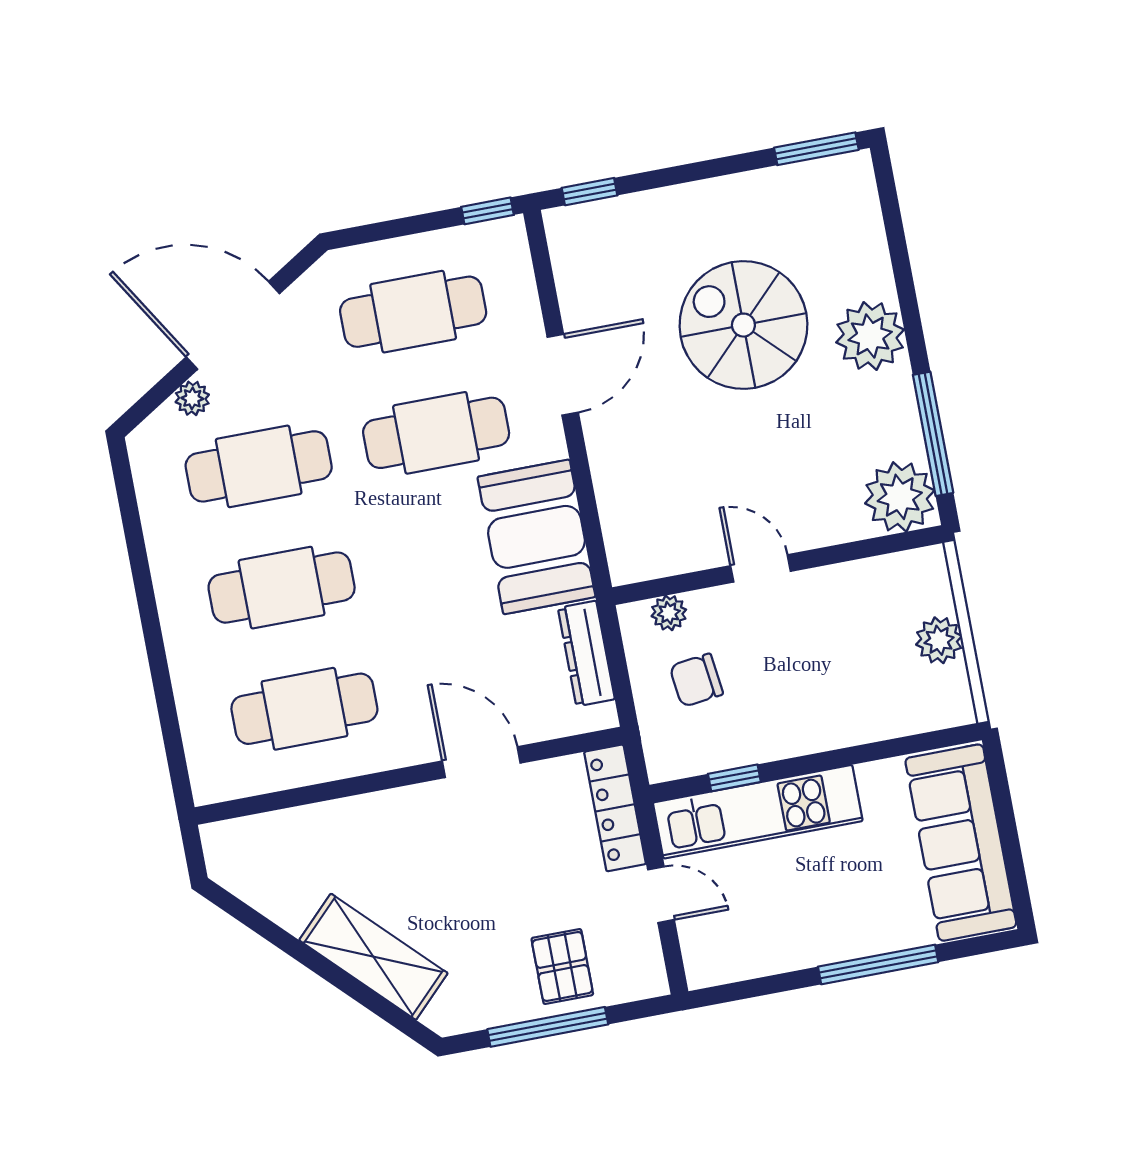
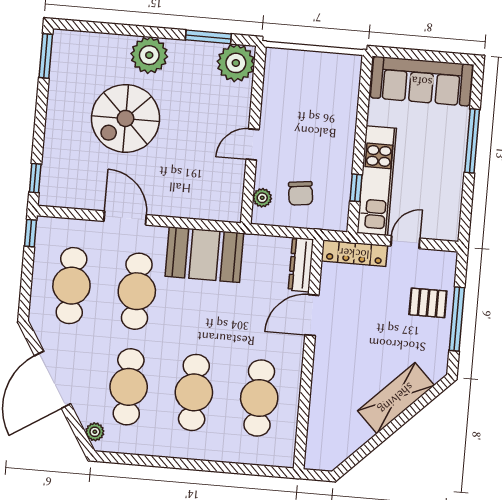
plant: (192, 398) -> (95, 432), moved
window: (933, 434) -> (208, 37), width x0.69
plant: (939, 640) -> (315, 63), removed
dresser: (586, 653) -> (301, 265), moved, turned 90

